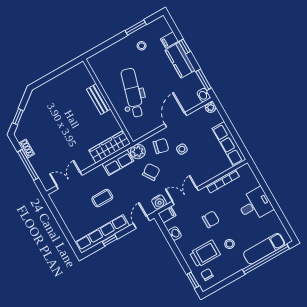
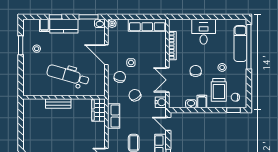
wardrobe: (110, 147) -> (99, 110), width x0.67
plant: (138, 151) -> (114, 96), removed
filing cabinet: (167, 215) -> (202, 102), moved
trolley: (205, 254) -> (219, 90), turned 180

